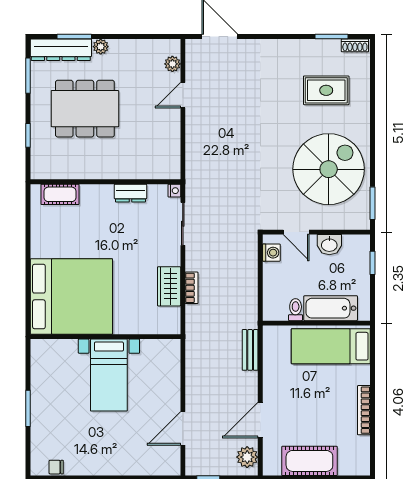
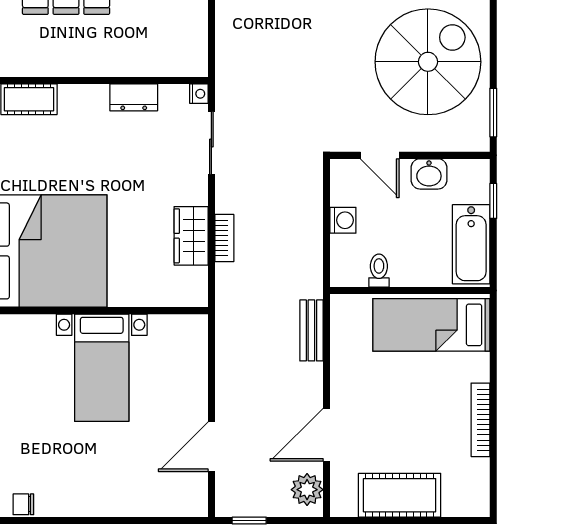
washing machine: (271, 253) -> (343, 220), moved
bathtub: (331, 308) -> (471, 244), moved, turned -90

